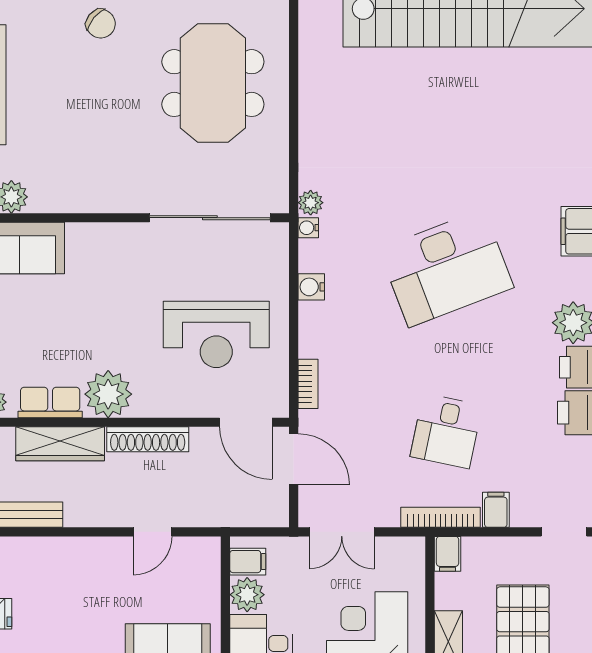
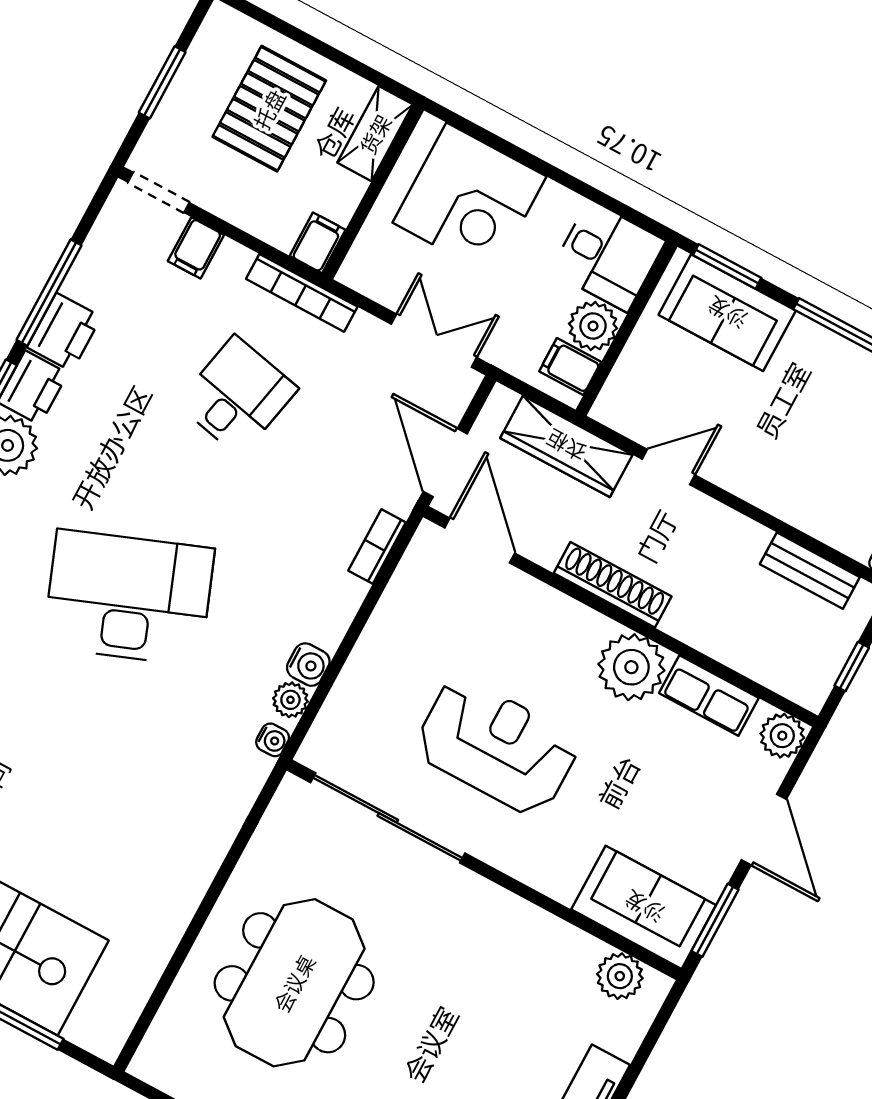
plant: (311, 203) -> (290, 700), moved
reception desk: (216, 334) -> (497, 746), moved
wardrobe: (60, 444) -> (566, 446), moved, turned 180
filing cabinet: (496, 510) -> (196, 248), moved

